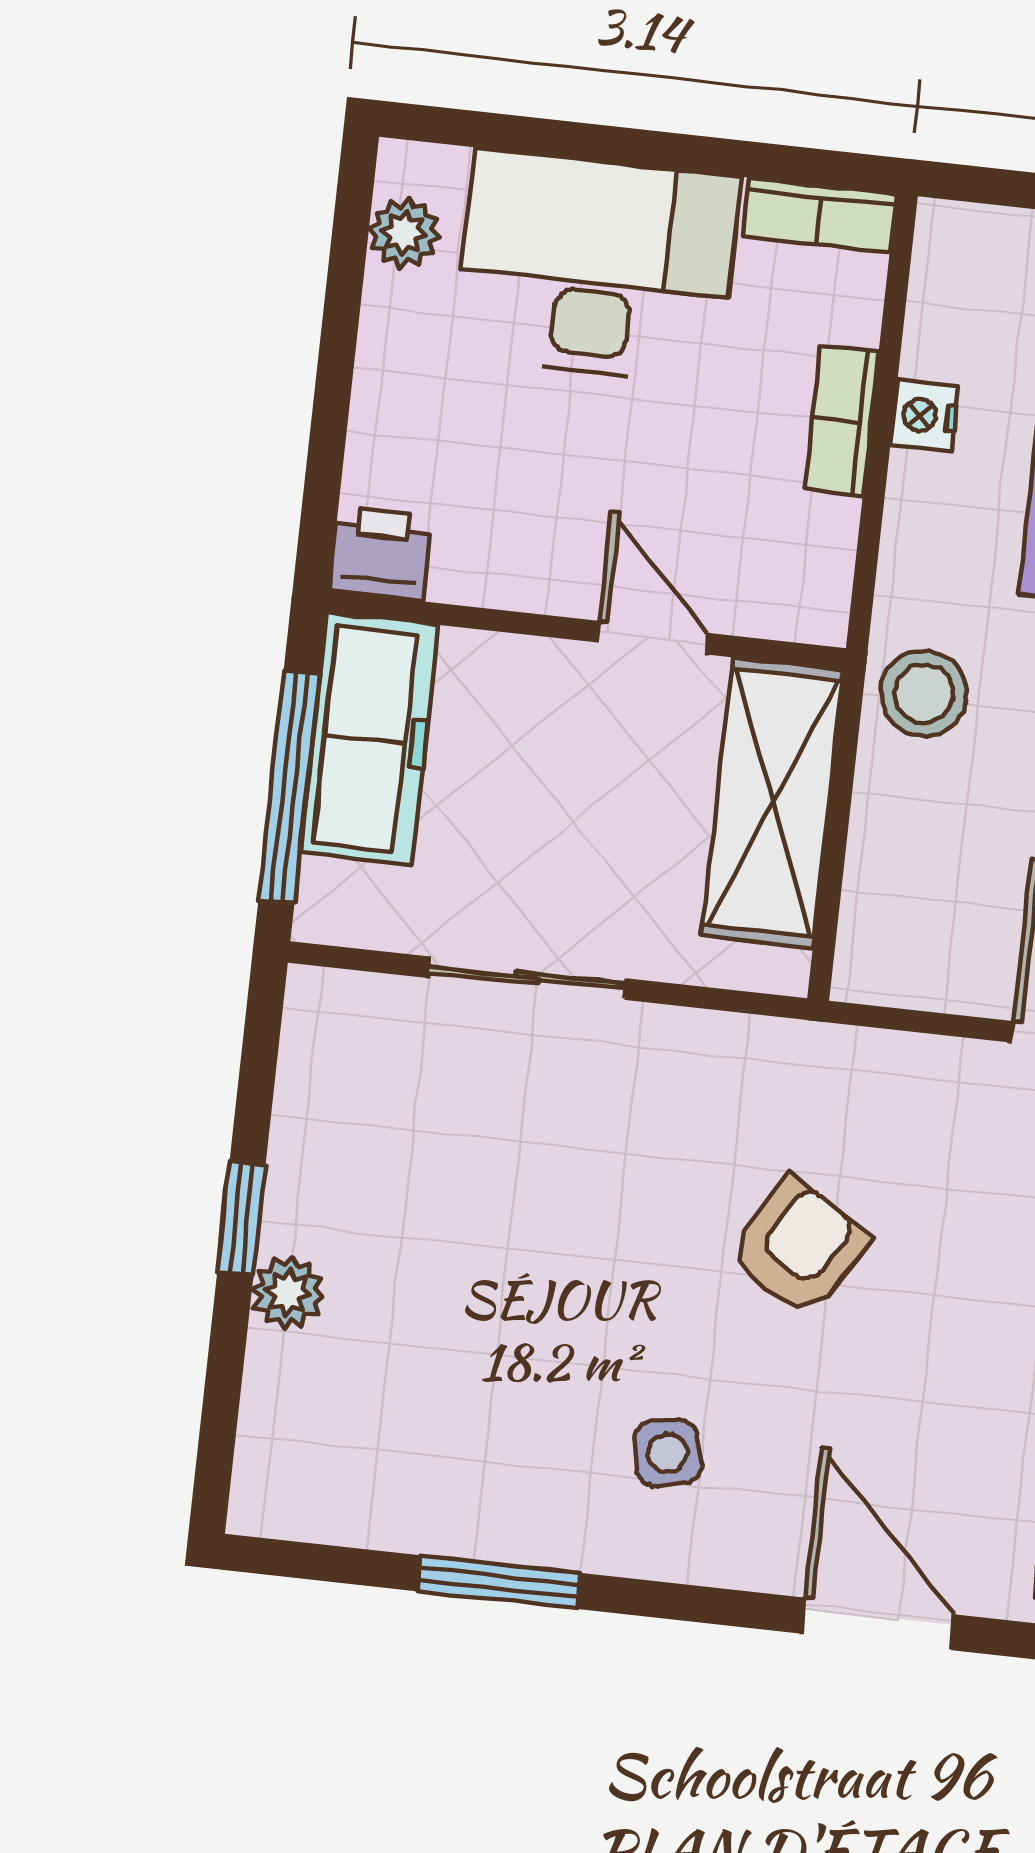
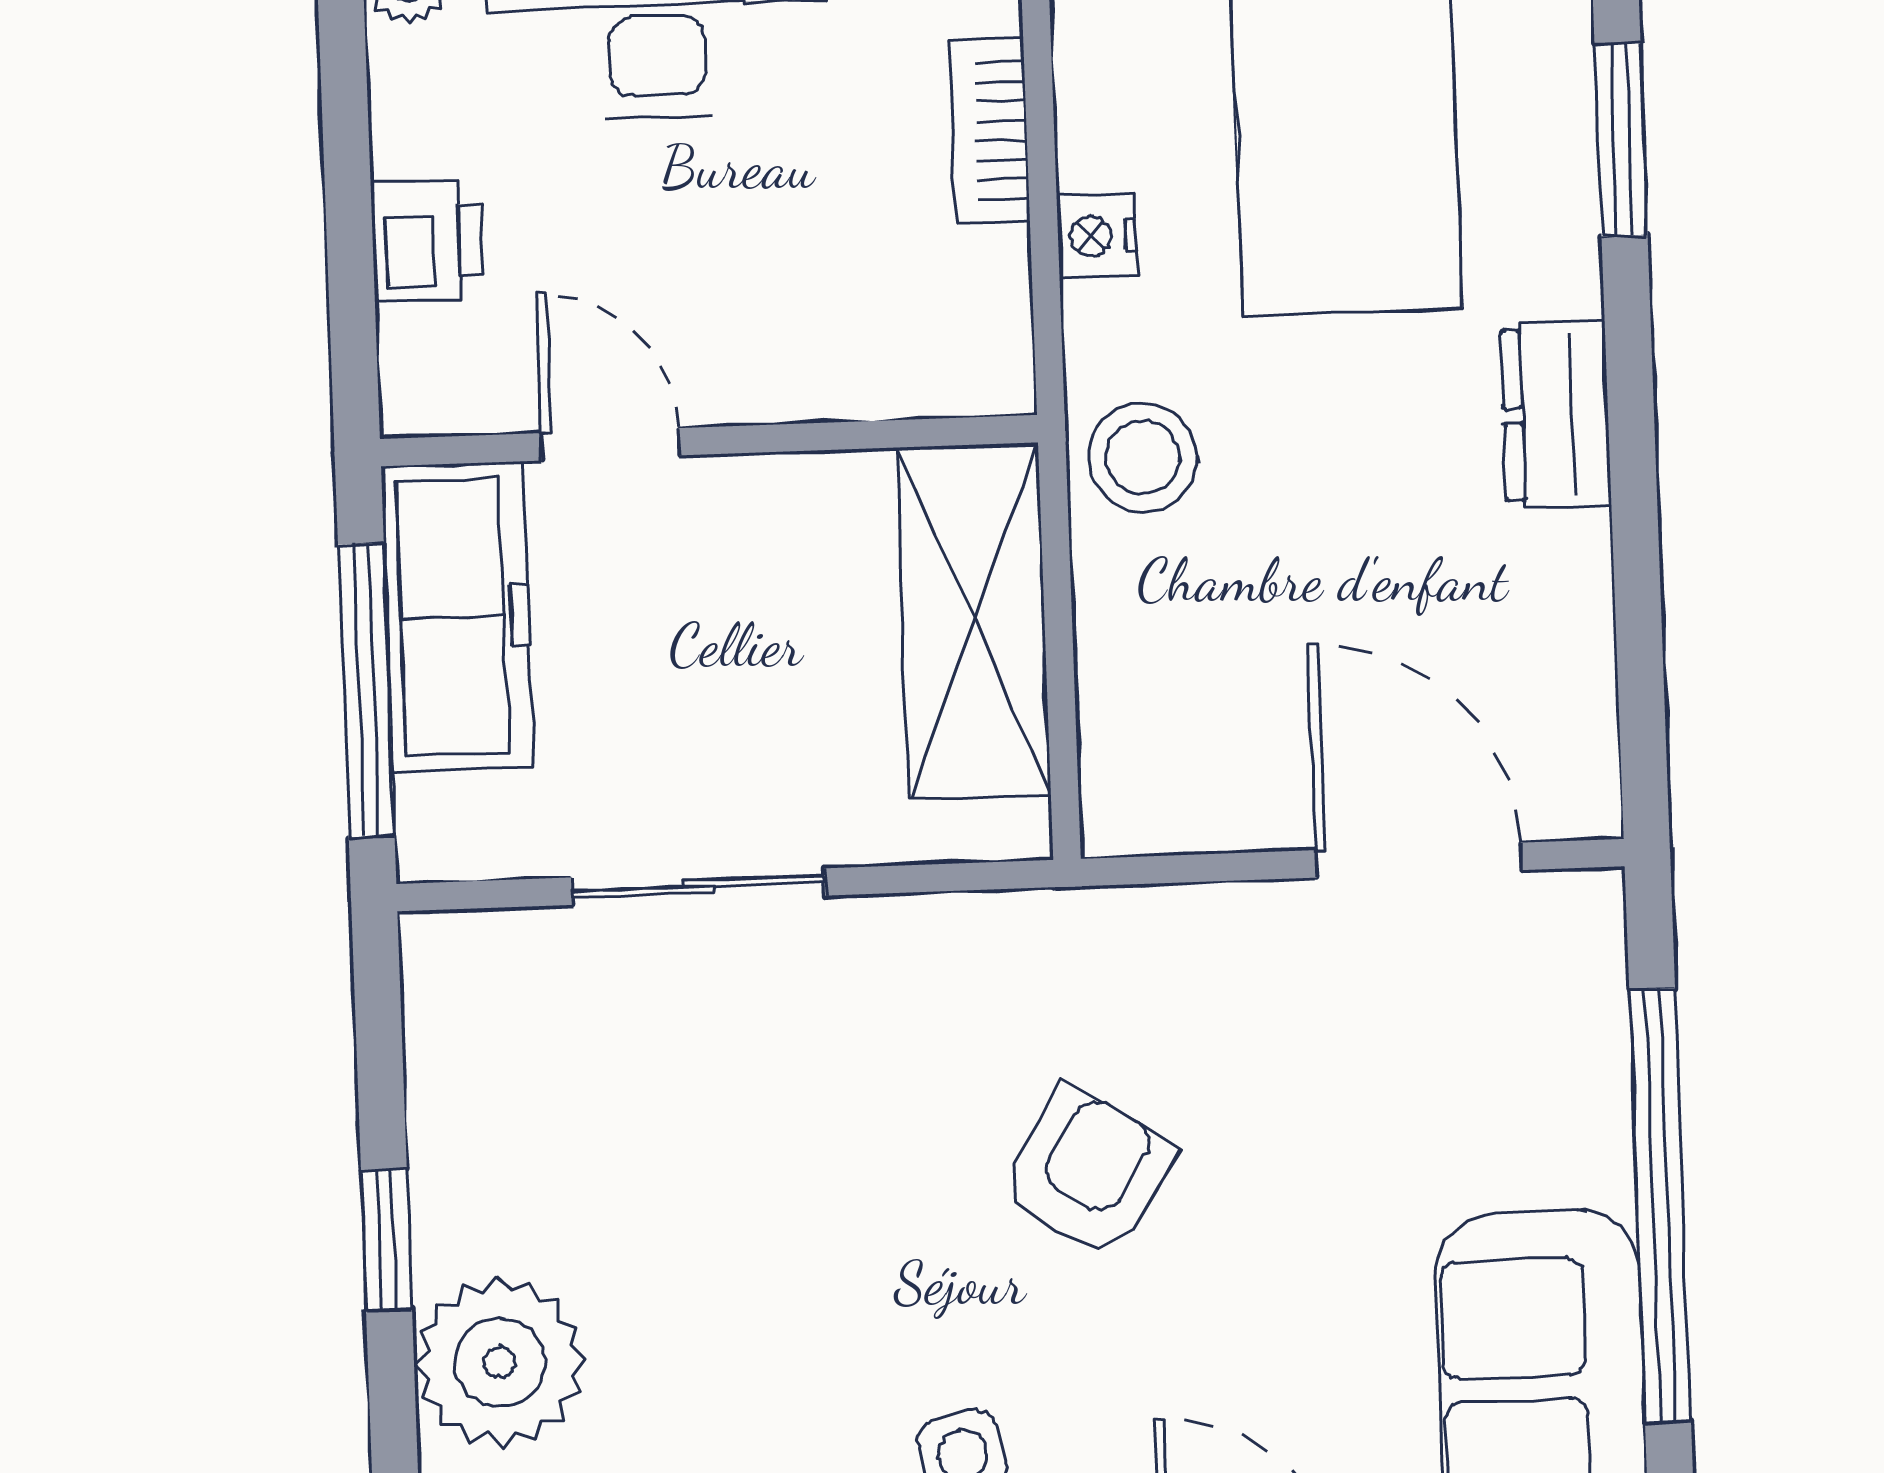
nightstand: (925, 416) -> (1097, 236), moved
printer: (380, 554) -> (427, 241), moved, turned 90
door: (652, 638) -> (610, 444), moved
plant: (288, 1293) -> (500, 1362), width x1.88, depth x1.88

